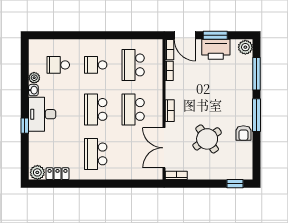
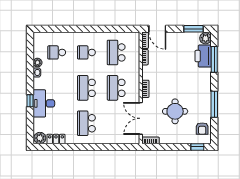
window: (215, 35) -> (194, 29), moved
printer: (216, 49) -> (203, 56), moved, turned 90
desk: (42, 114) -> (44, 103), moved
window: (256, 115) -> (214, 104), moved
armchair: (243, 133) -> (202, 129), moved
round table: (207, 139) -> (175, 111), turned 35

